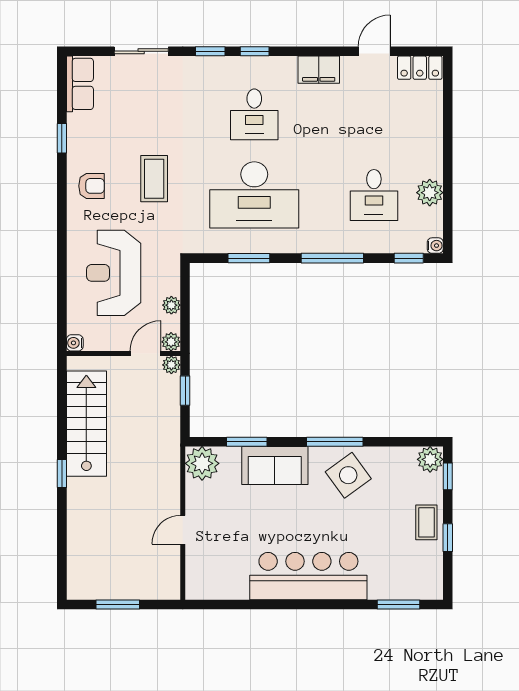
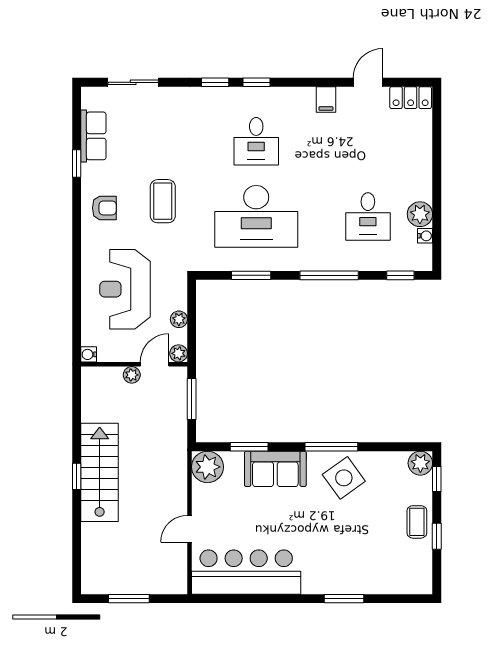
sliding door: (141, 51) -> (133, 82), moved
filing cabinet: (319, 70) -> (326, 100), width x0.50
row of seats: (80, 84) -> (93, 136), moved
water cooler: (435, 246) -> (425, 236), moved
plant: (171, 365) -> (132, 375), moved
window: (185, 391) -> (192, 399), width x1.50
stairs: (86, 424) -> (100, 472), moved
bar counter: (308, 576) -> (246, 572), moved
window: (398, 605) -> (344, 599), moved

